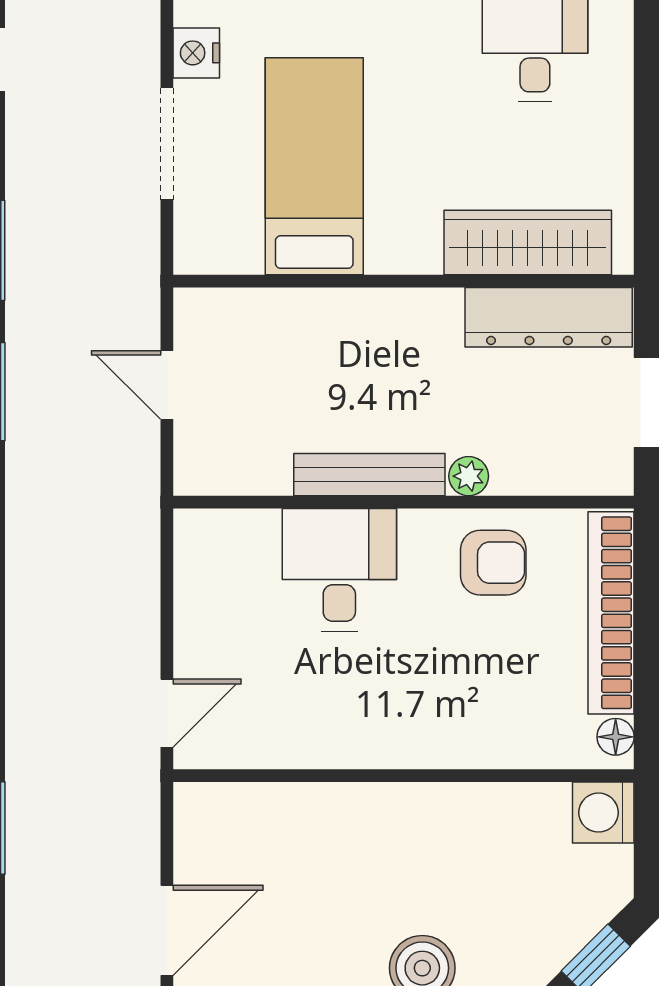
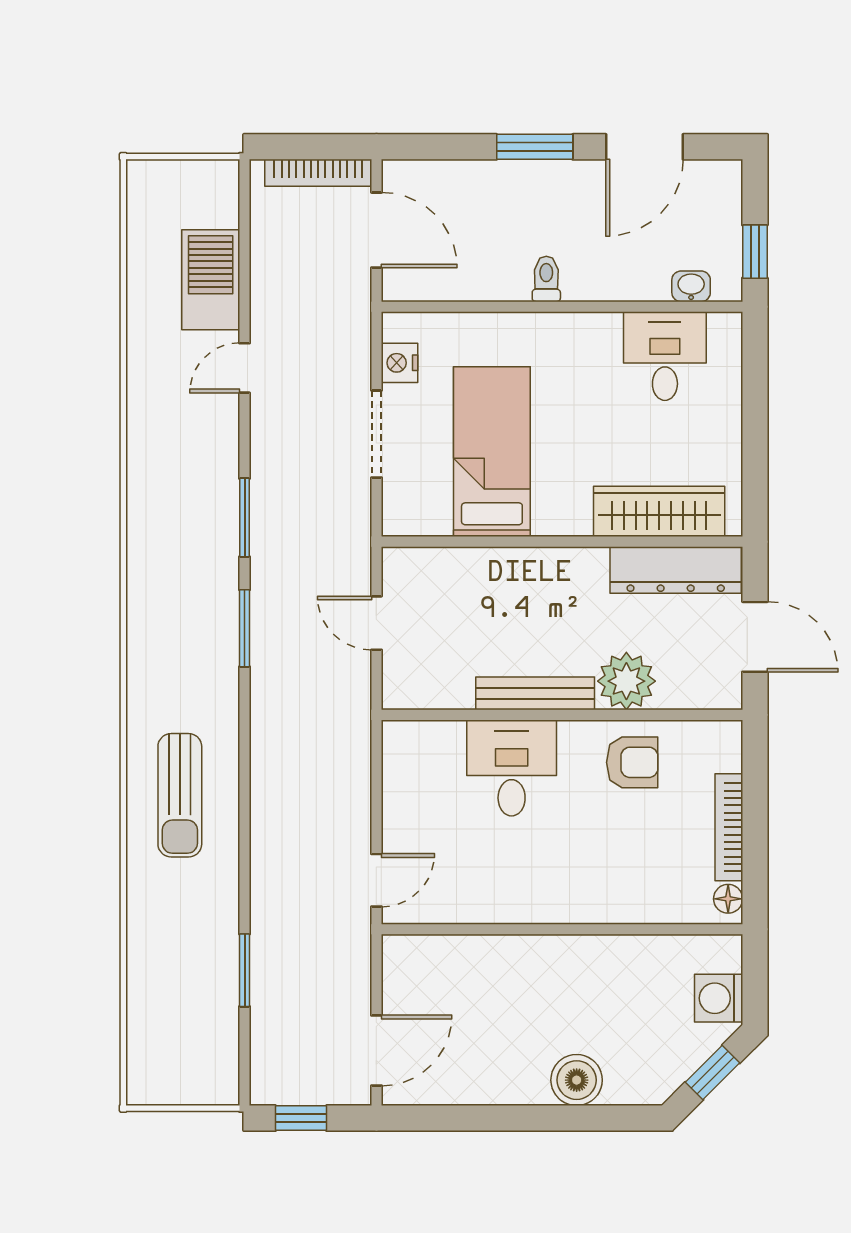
plant: (469, 476) -> (626, 681), width x1.88, depth x1.88
bookcase: (611, 613) -> (729, 827), width x0.68, depth x0.76
washing machine: (603, 813) -> (719, 998), moved

